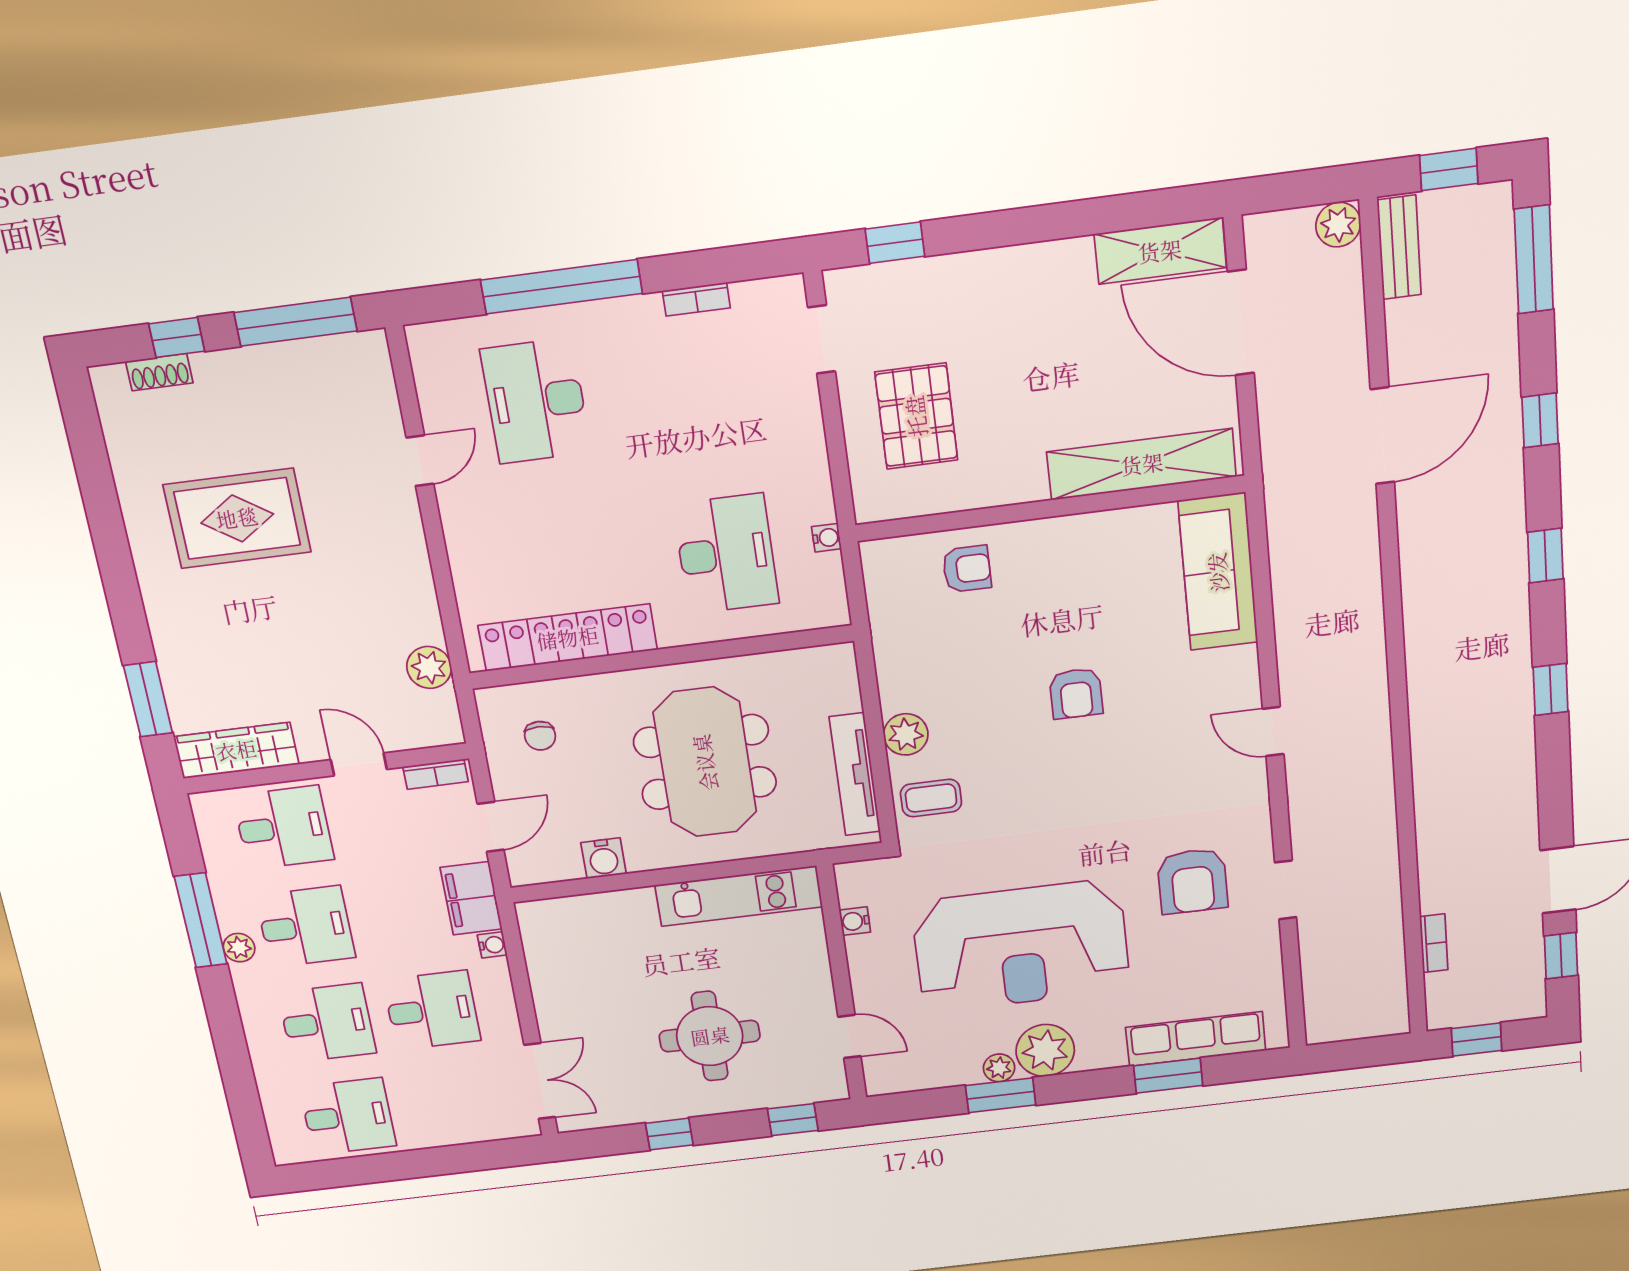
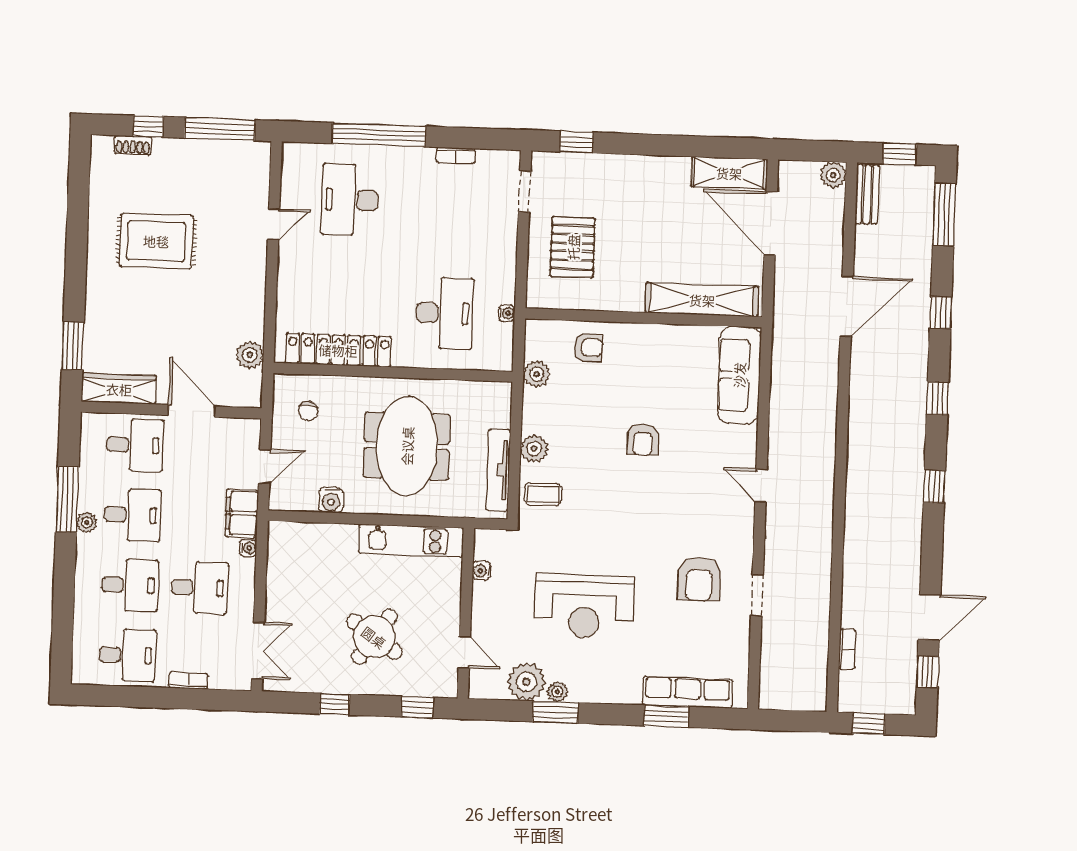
plant: (891, 623) -> (537, 374), added
door: (359, 764) -> (192, 411), width x1.38
bookcase: (436, 774) -> (188, 681), moved, turned 180
reception desk: (1021, 946) -> (584, 606), width x0.74, depth x0.77
round table: (710, 1036) -> (374, 637), turned 35
plant: (1045, 1050) -> (526, 682), moved

